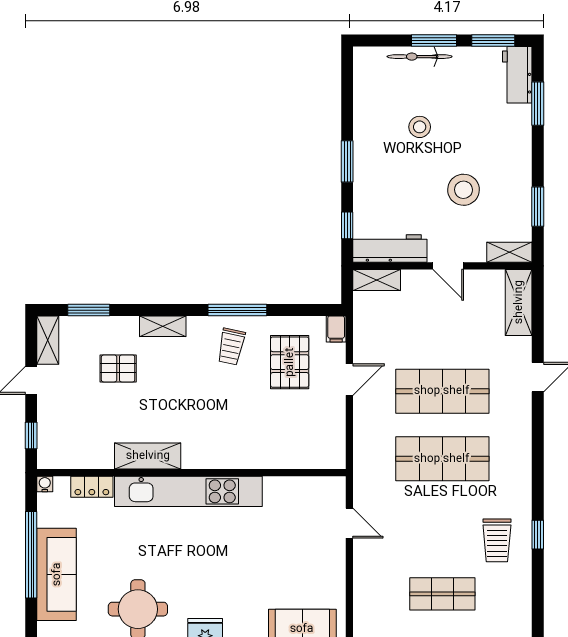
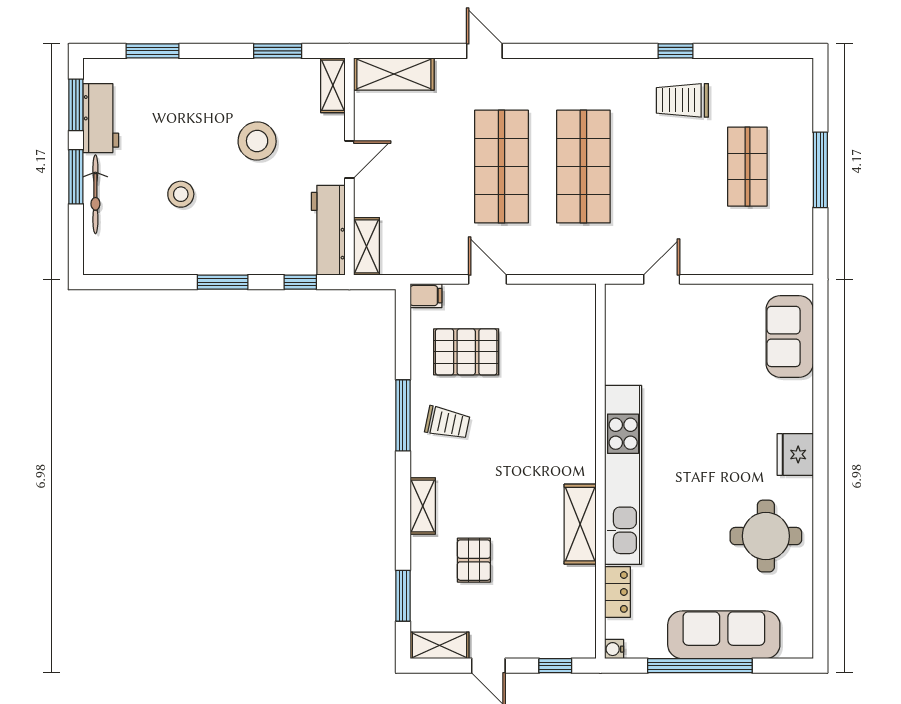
workbench: (517, 75) -> (101, 118), moved, turned -90
trolley: (497, 540) -> (682, 100), turned 180

